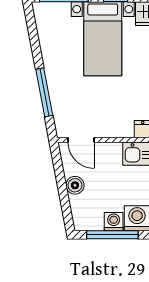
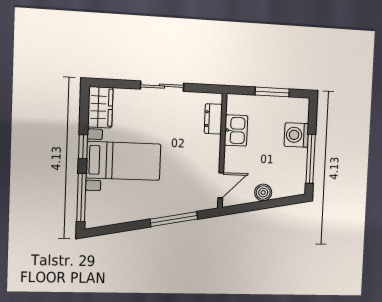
washing machine: (114, 222) -> (298, 157), removed

